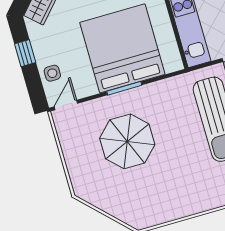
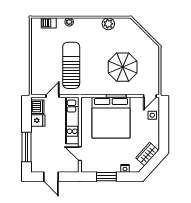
window: (25, 53) -> (164, 130), removed
plant: (174, 209) -> (108, 24), added

